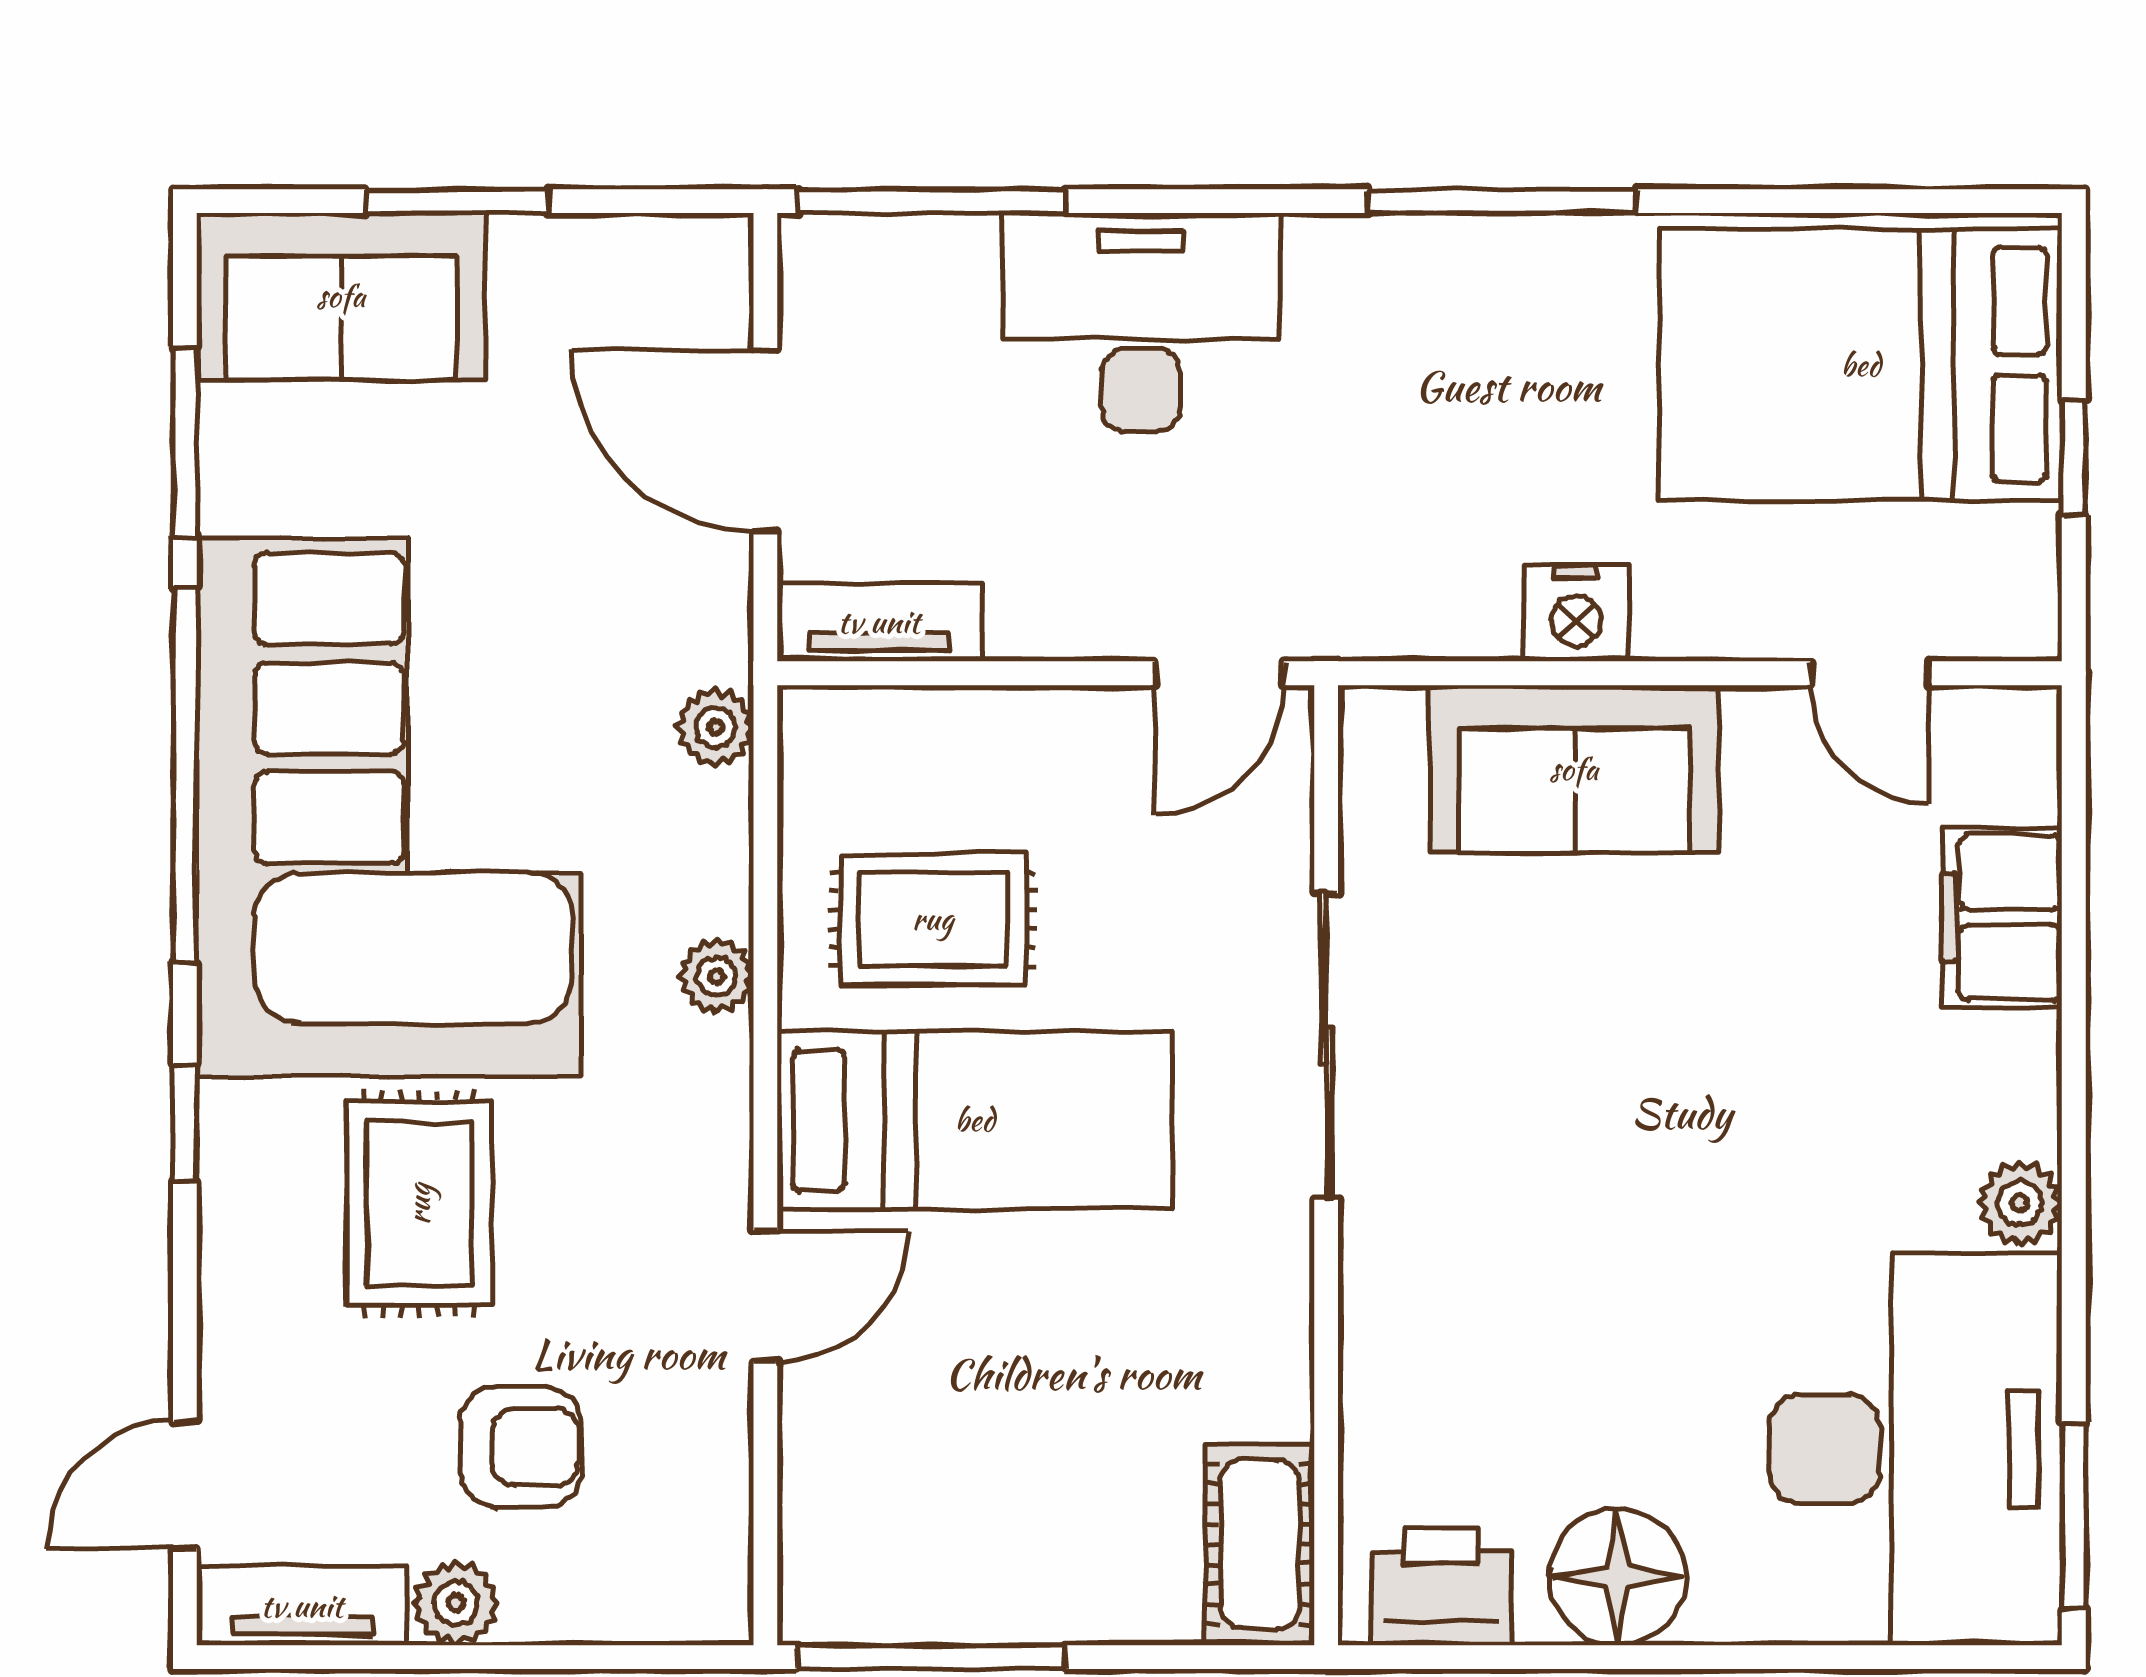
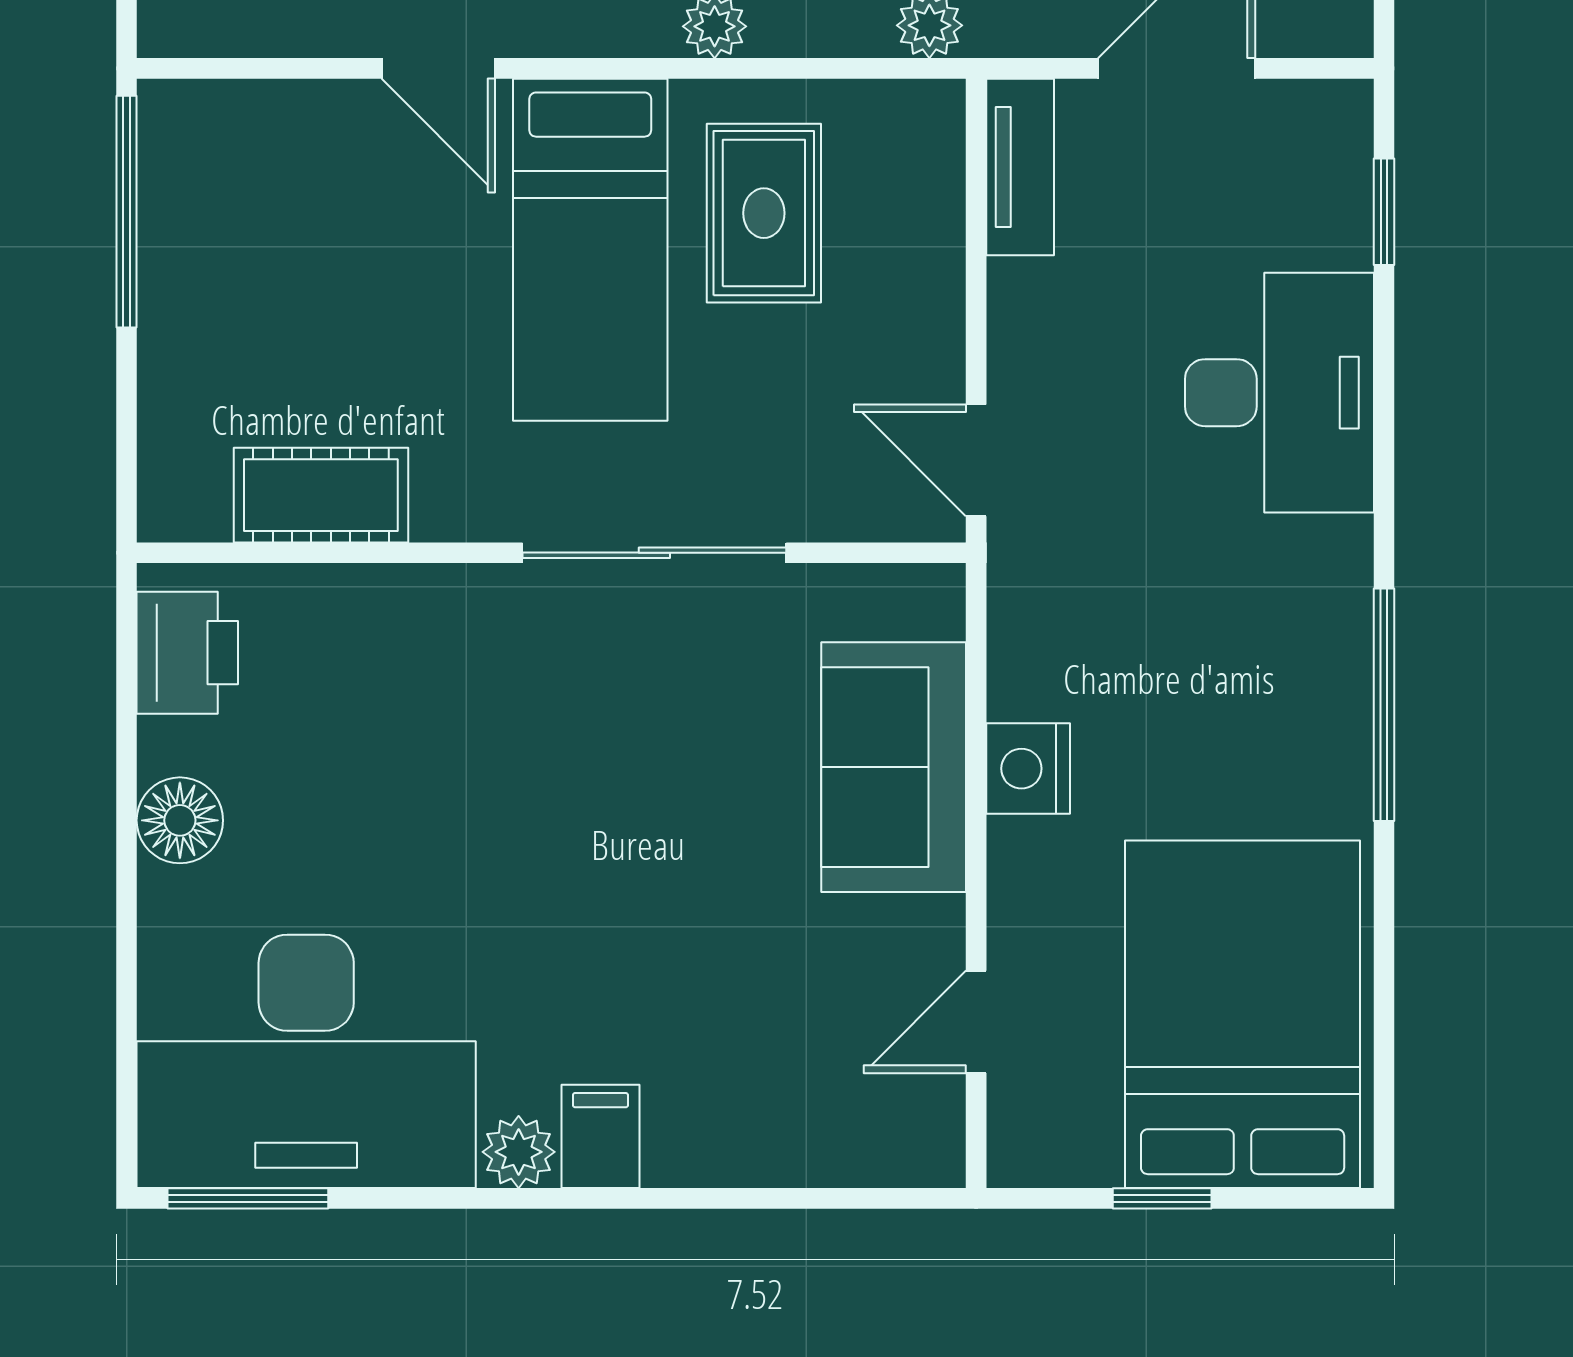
window: (931, 201) -> (1384, 212), width x0.46
filing cabinet: (2002, 917) -> (600, 1136), moved, width x0.50
cot: (1259, 1544) -> (321, 495), moved
floor lamp: (1617, 1577) -> (180, 820), width x0.73, depth x0.73

